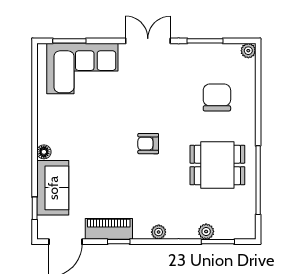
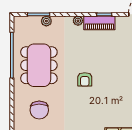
armchair: (148, 144) -> (85, 79), turned 90
dining table: (217, 165) -> (39, 65), width x1.38
piano: (109, 229) -> (99, 23), moved

